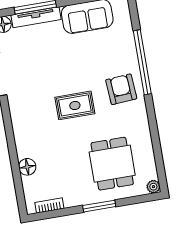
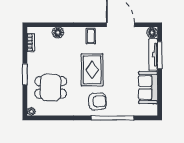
rug: (75, 105) -> (92, 70), width x1.36, depth x1.43
coffee table: (24, 116) -> (91, 36), added

